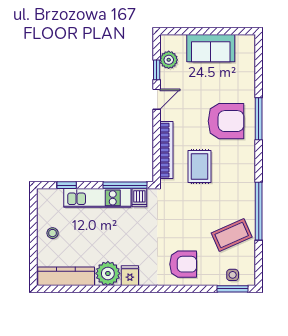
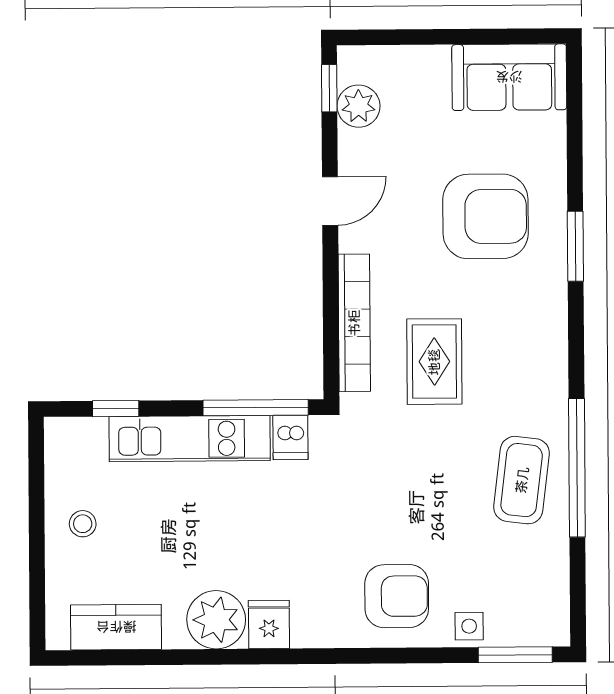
sofa: (211, 48) -> (509, 77), moved
window: (157, 70) -> (329, 88), moved
window: (259, 119) -> (575, 246), width x0.69
armchair: (226, 121) -> (485, 216), moved
coffee table: (232, 235) -> (522, 480), moved, turned -59
side table: (233, 275) -> (469, 626), moved
kitchen counter: (66, 276) -> (116, 627), width x0.67

